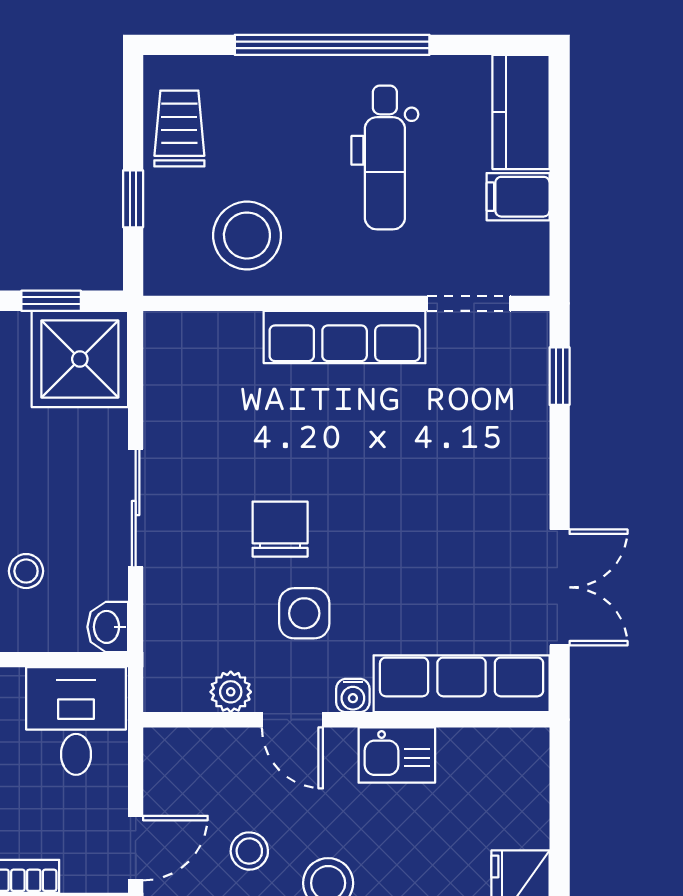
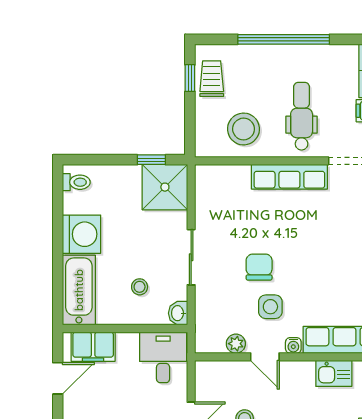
dental chair: (385, 157) -> (302, 116), moved, turned 180
window: (133, 199) -> (190, 78), moved
kitchen sink: (397, 755) -> (334, 373), moved

